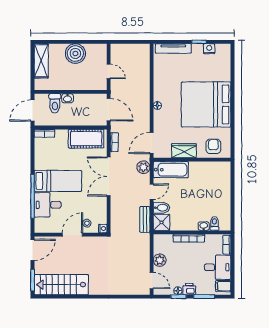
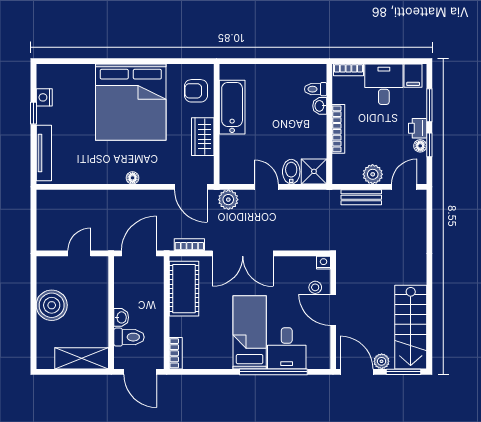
shelving: (41, 61) -> (82, 358), moved
bathtub: (171, 170) -> (232, 107), moved
bench: (145, 219) -> (361, 197), moved
plant: (39, 266) -> (382, 361), added

